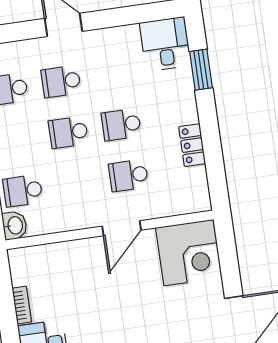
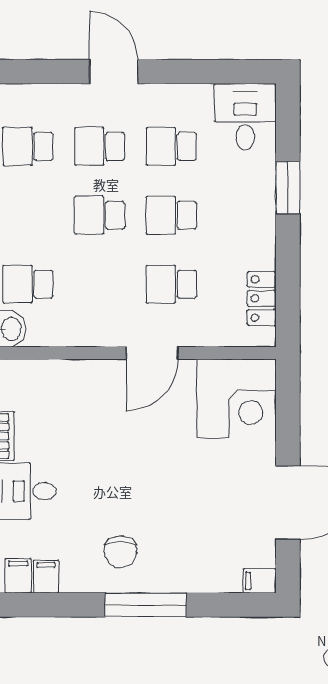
window: (201, 70) -> (288, 188), moved
school desk: (114, 74) -> (171, 146), added
locker: (192, 145) -> (262, 298), moved

